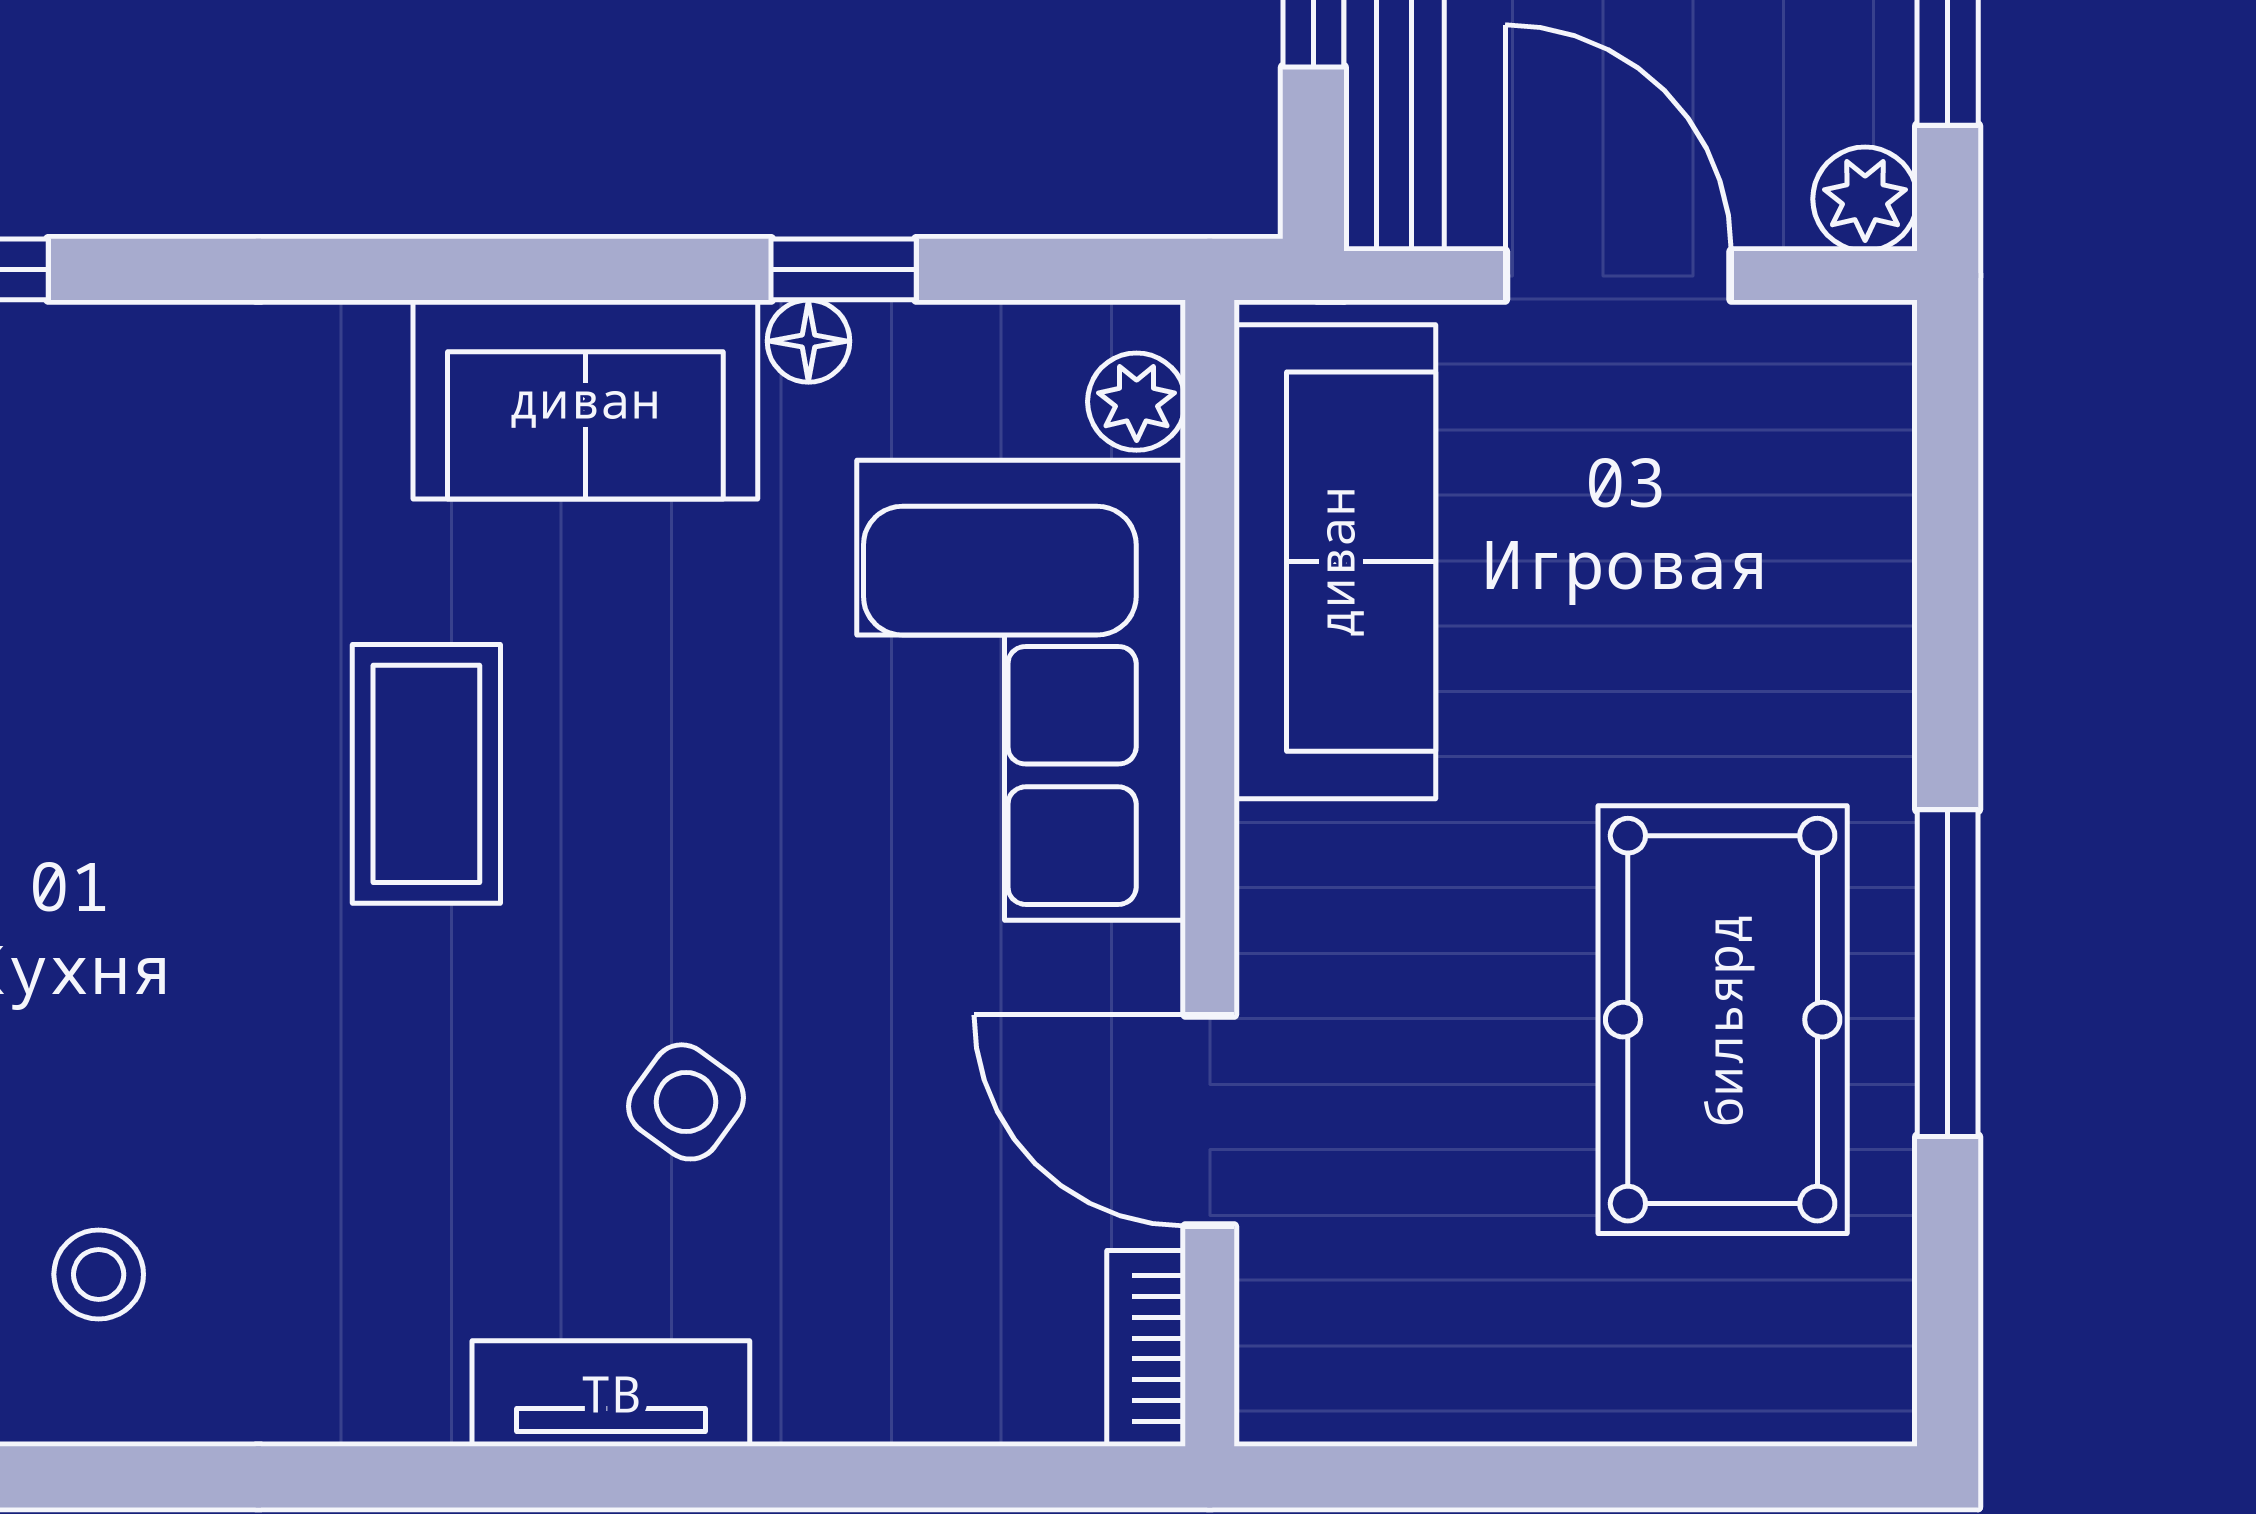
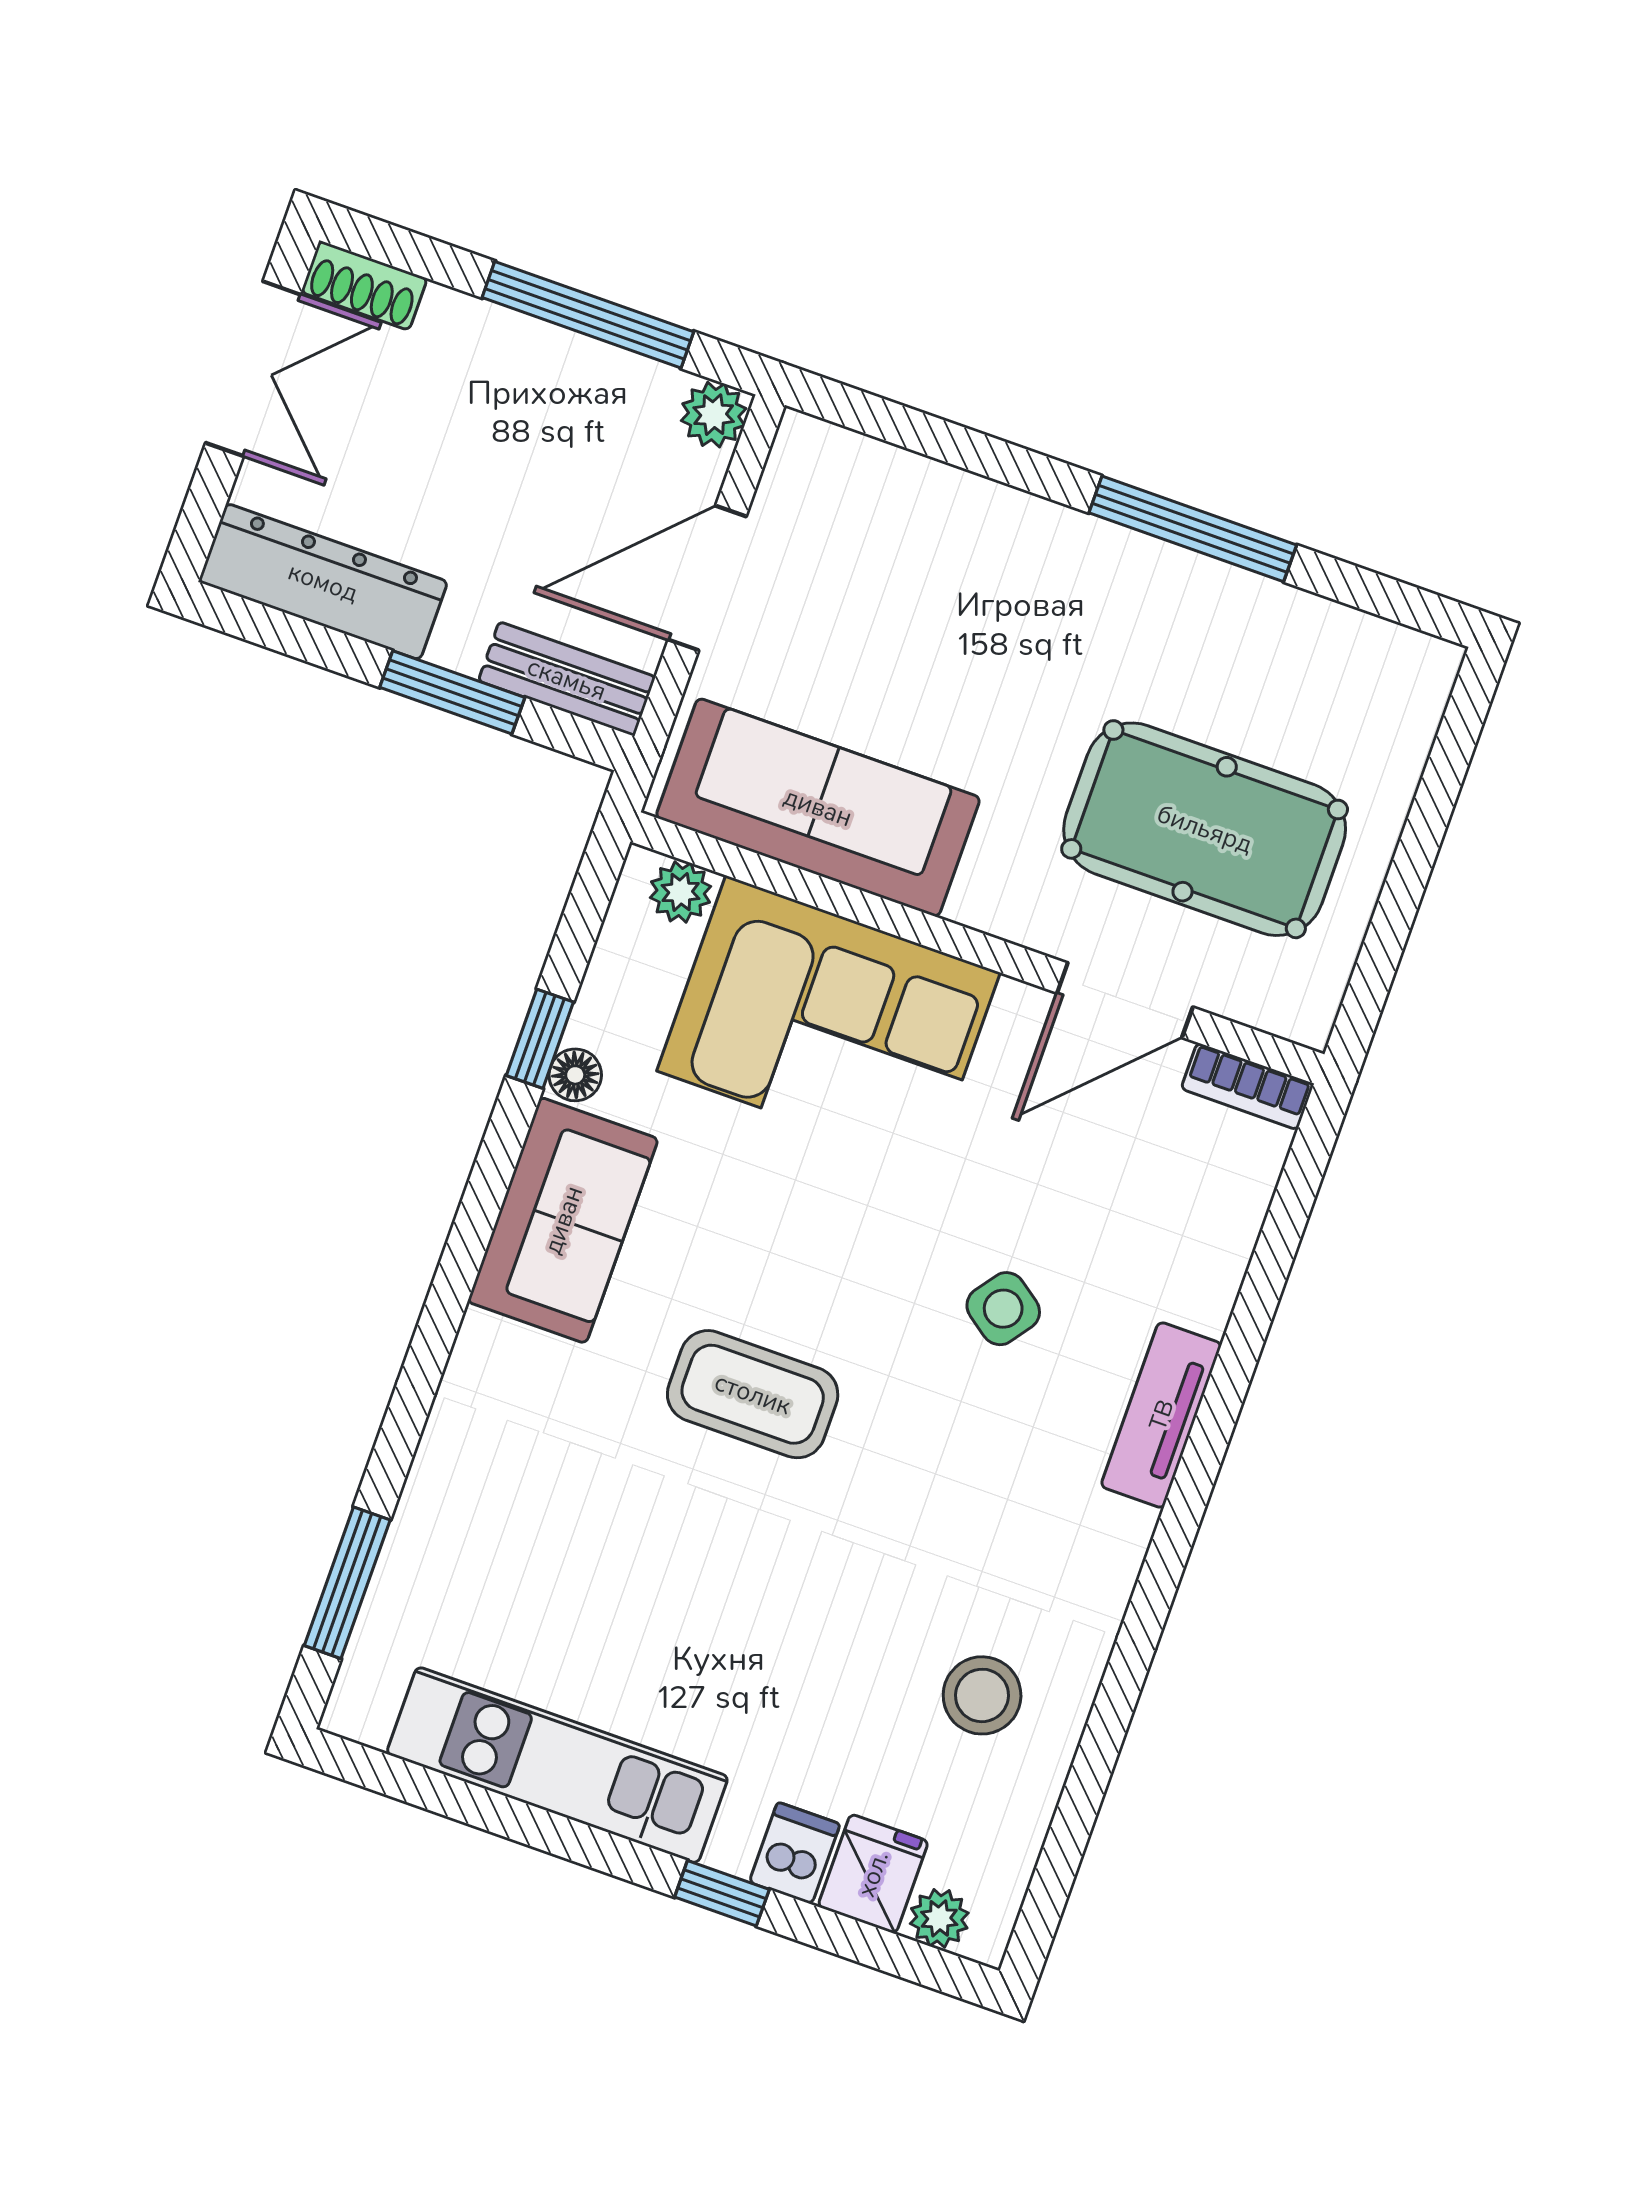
pool table: (1723, 1020) -> (1205, 829), moved
stool: (99, 1274) -> (982, 1695), width x1.37, depth x1.37

